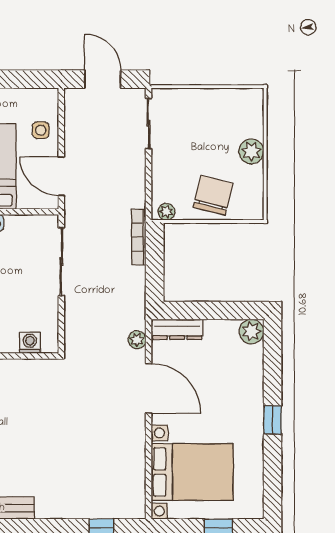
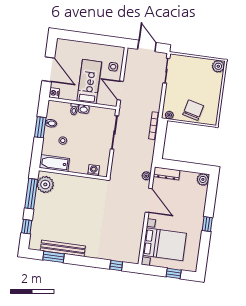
plant: (251, 151) -> (218, 66), moved

